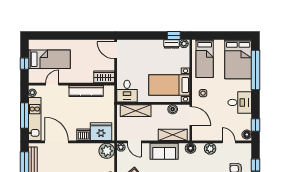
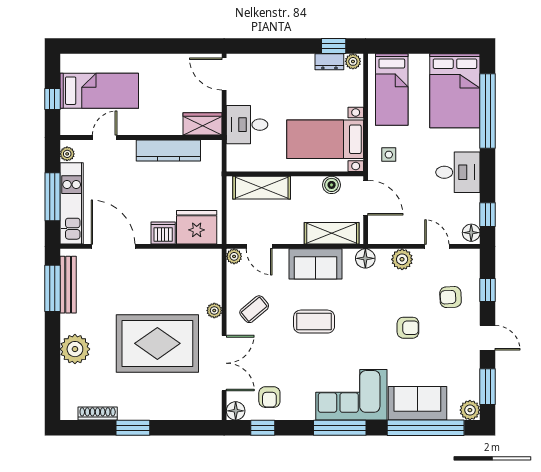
desk: (127, 91) -> (247, 125), moved, turned 90
plant: (107, 151) -> (207, 263), removed

